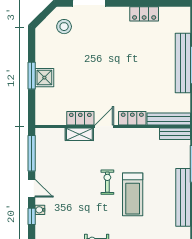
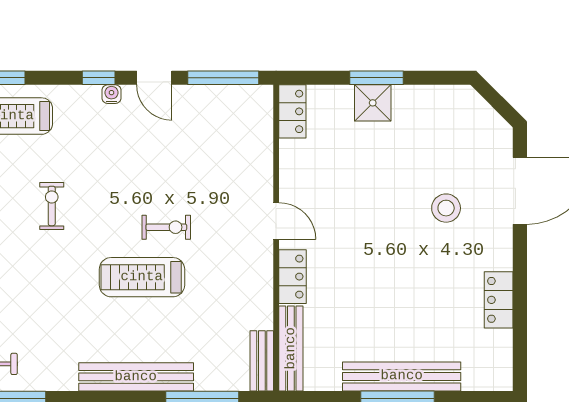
stool: (64, 27) -> (446, 208), moved
locker: (80, 118) -> (292, 111), moved
shelving: (79, 134) -> (261, 172), removed
door: (32, 188) -> (154, 78), hinge flipped

